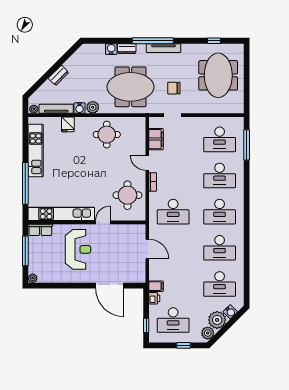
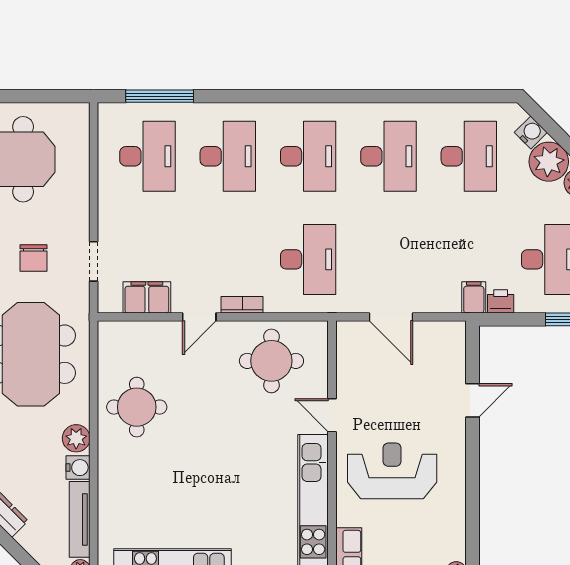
fridge: (68, 124) -> (114, 494), removed
door: (147, 249) -> (391, 317), swing flipped
door: (110, 286) -> (472, 400), width x0.53

